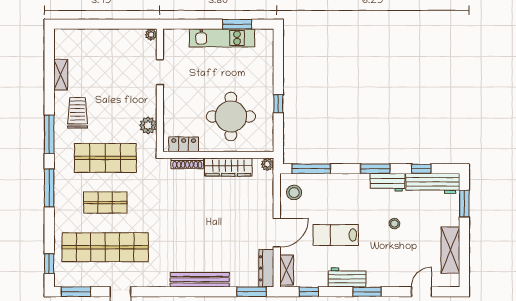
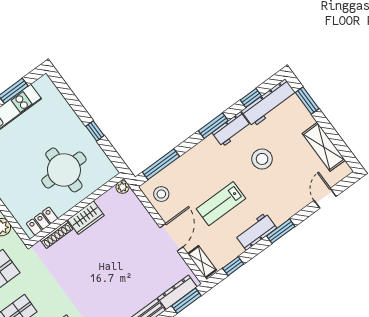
wardrobe: (228, 167) -> (86, 218), width x0.67
stool: (394, 224) -> (262, 159), width x1.89, depth x1.89
dresser: (266, 268) -> (177, 292), moved, turned 90

